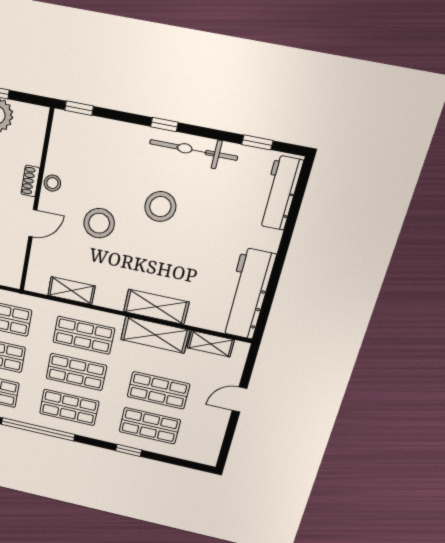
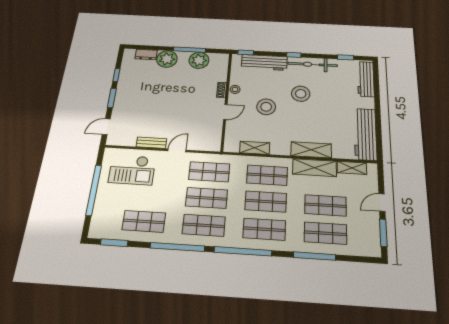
workbench: (109, 134) -> (264, 62), added
window: (228, 438) -> (383, 233), added
window: (129, 450) -> (314, 256), width x2.17

